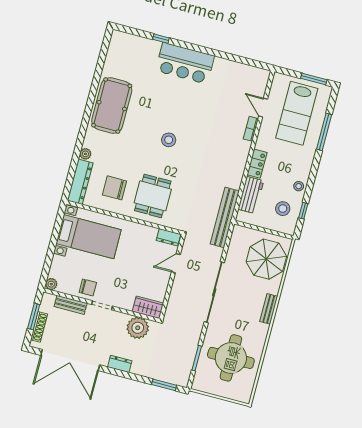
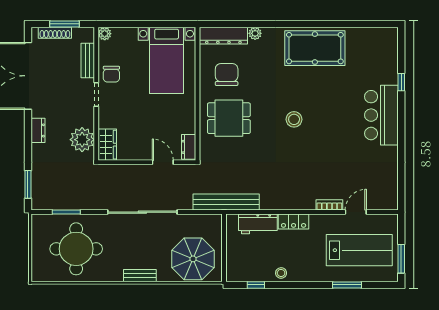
lab bench: (297, 113) -> (359, 250), turned 180
window: (324, 132) -> (347, 285), width x0.69
stool: (283, 209) -> (252, 262), removed

